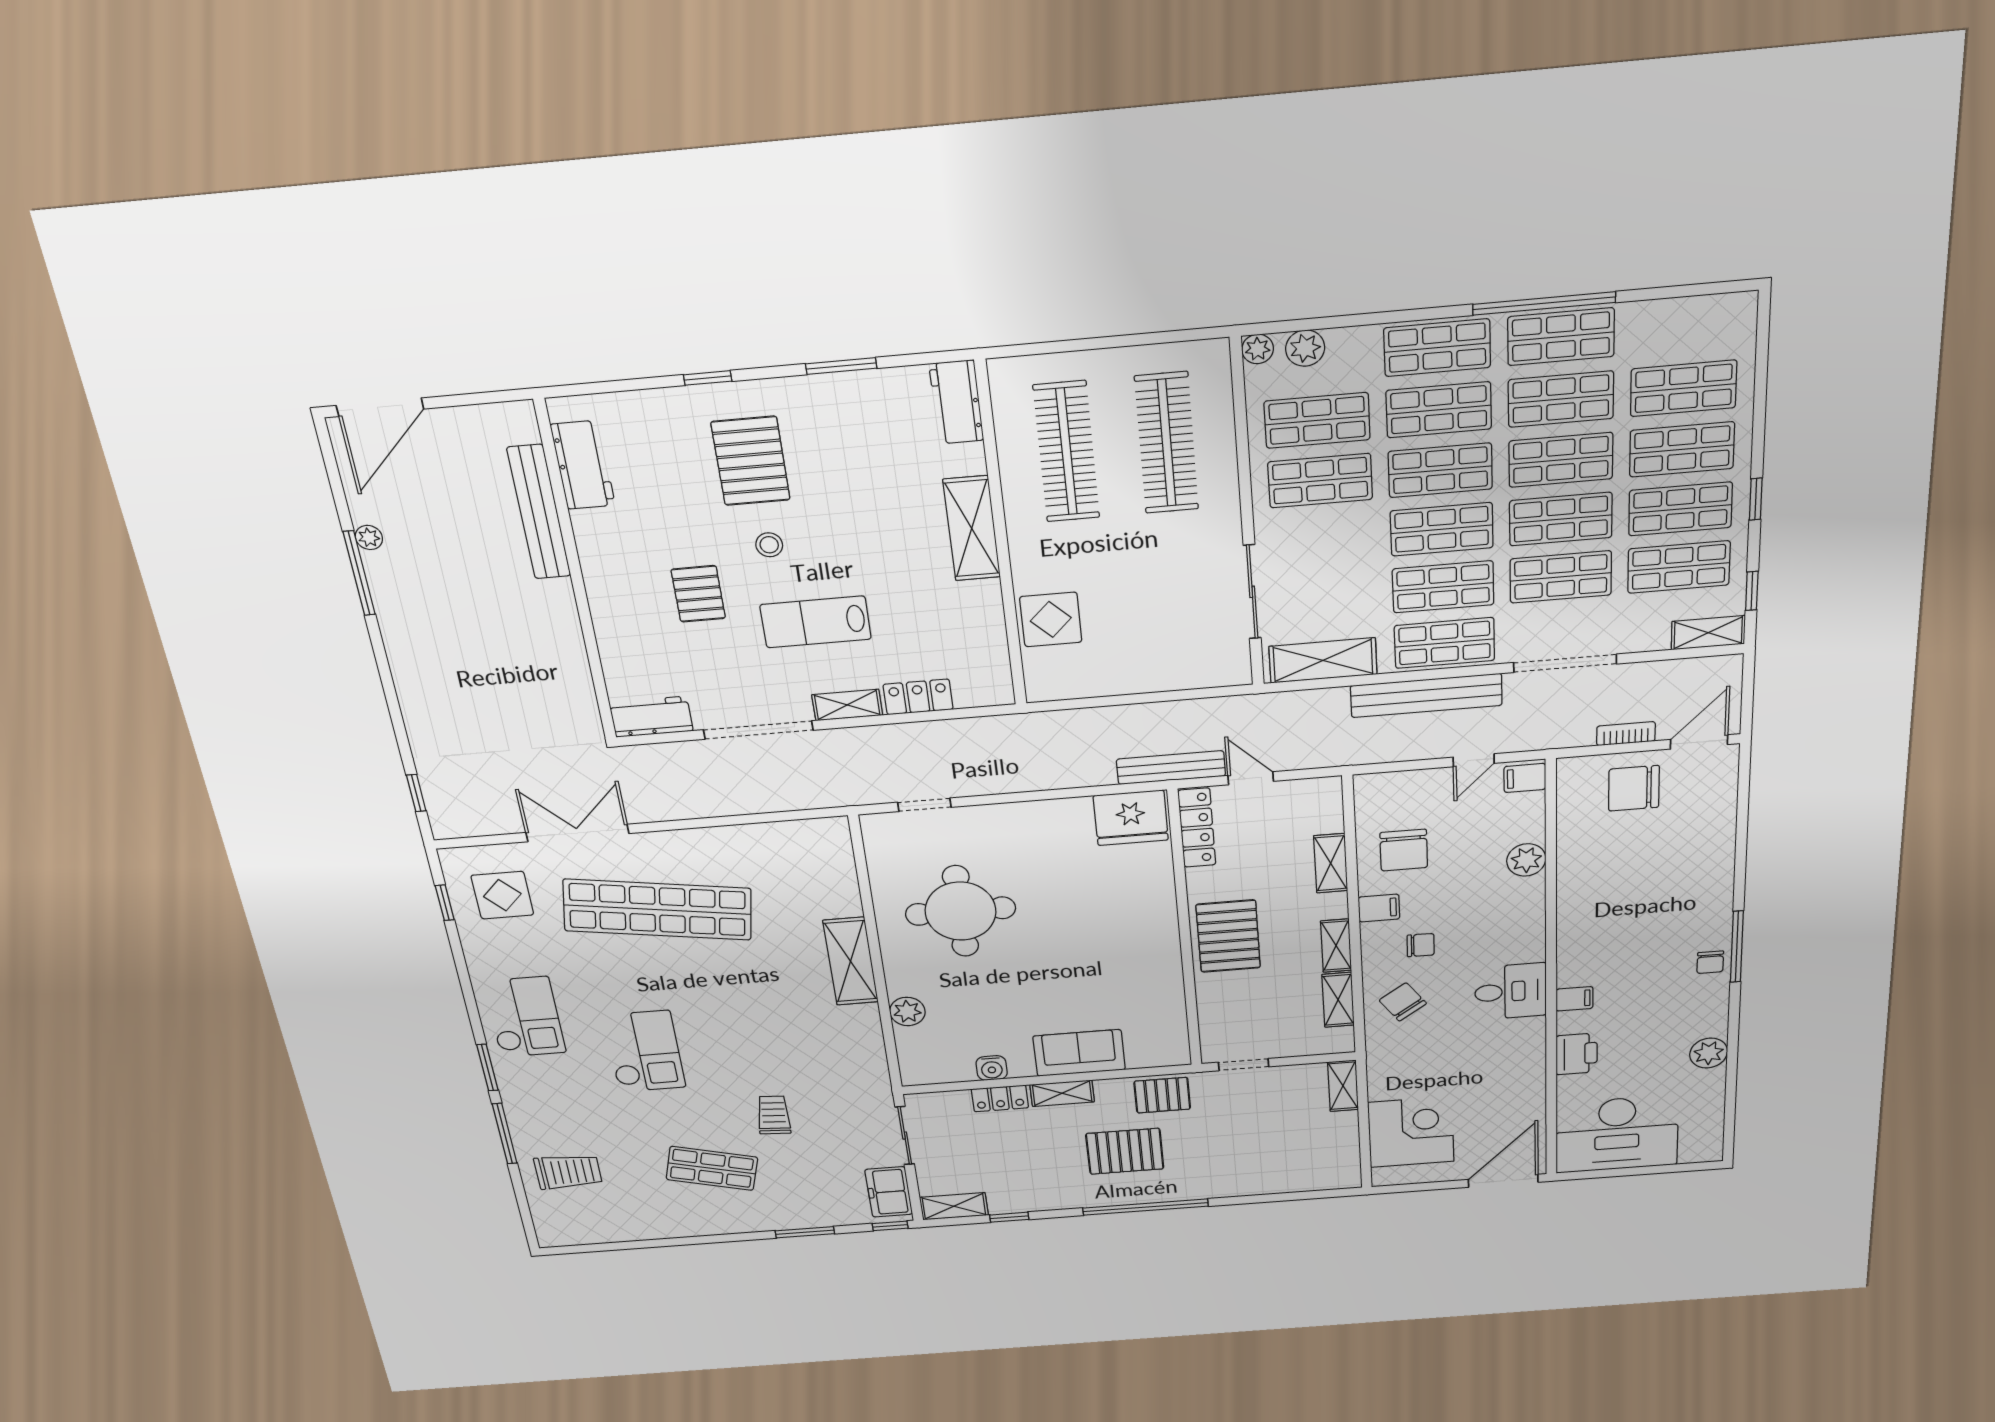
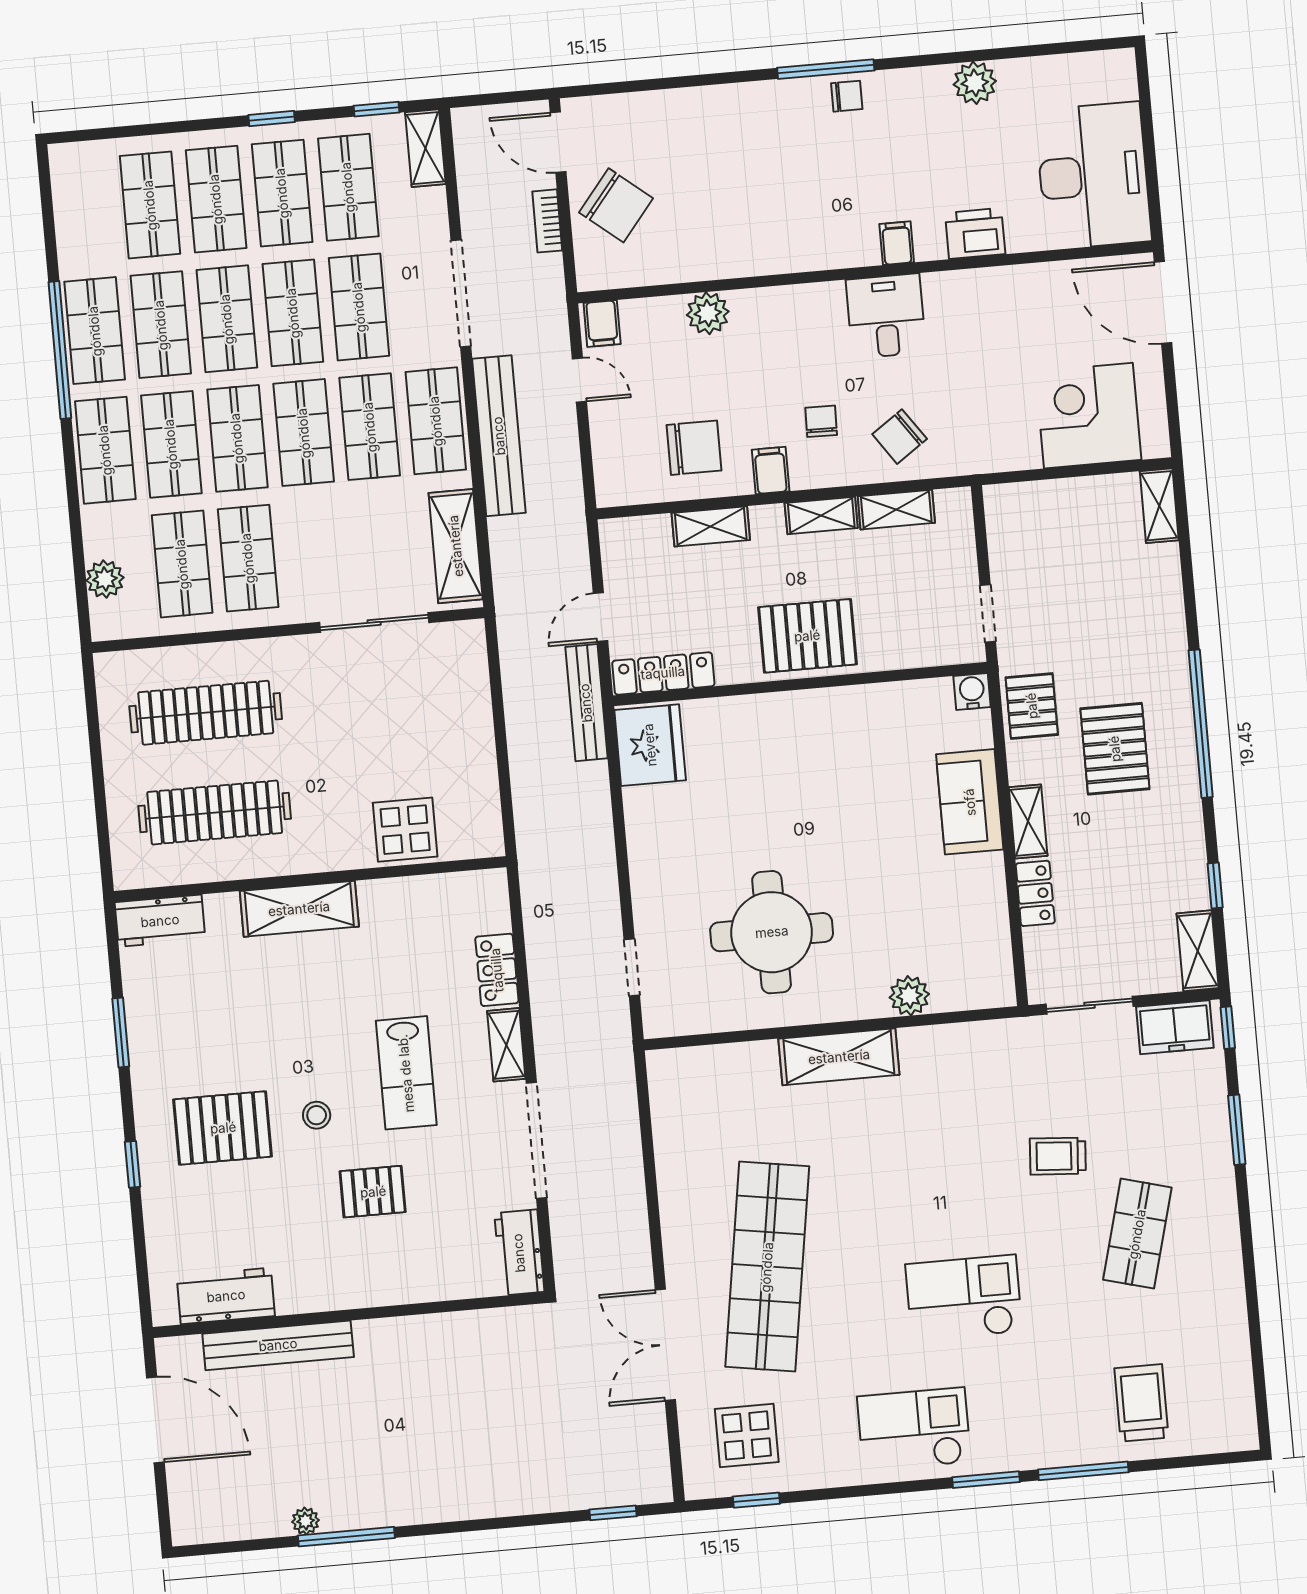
plant: (1258, 349) -> (105, 625), removed
door: (380, 407) -> (155, 1420), moved
chair: (1634, 788) -> (616, 205), turned -51
water cooler: (992, 1068) -> (972, 692), moved, turned -90
shelving: (1343, 1086) -> (1159, 506), moved, turned 90

